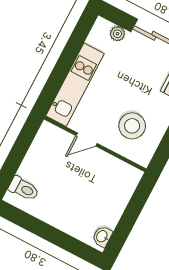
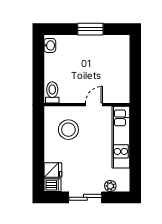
toilet: (24, 189) -> (52, 92), moved, turned 90
window: (44, 231) -> (90, 29), added

